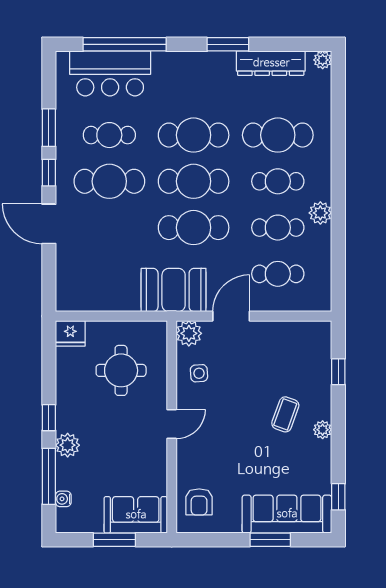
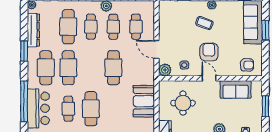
cafe table: (194, 181) -> (46, 68), moved
booth: (174, 290) -> (144, 101), moved
armchair: (226, 424) -> (209, 52), added
sofa: (136, 515) -> (236, 89), moved, turned -90

